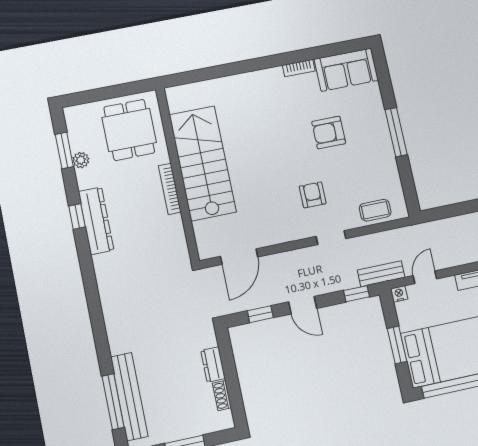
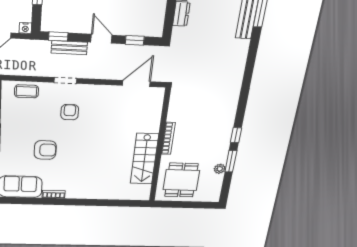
window: (64, 150) -> (231, 161), moved
stairs: (203, 163) -> (144, 159), width x0.73, depth x0.66
armchair: (313, 195) -> (70, 112), turned 180
dresser: (96, 221) -> (225, 130), removed
bench: (381, 274) -> (69, 48), moved

